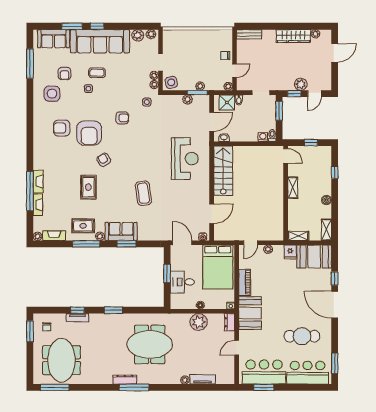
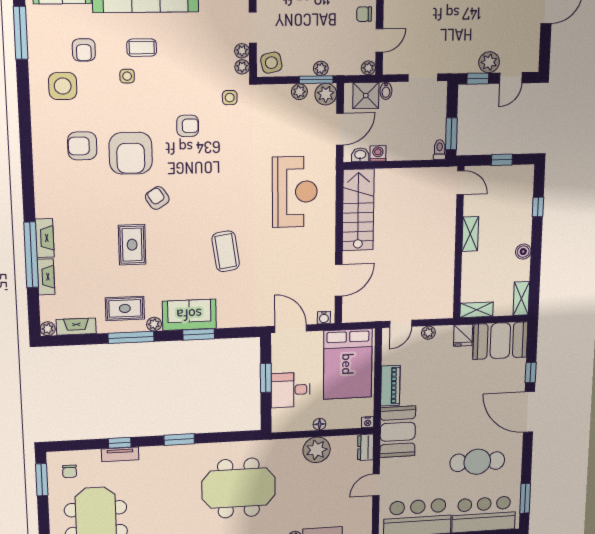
plant: (203, 101) -> (326, 94), added
window: (279, 111) -> (451, 134), moved
washing machine: (263, 137) -> (378, 153), moved

